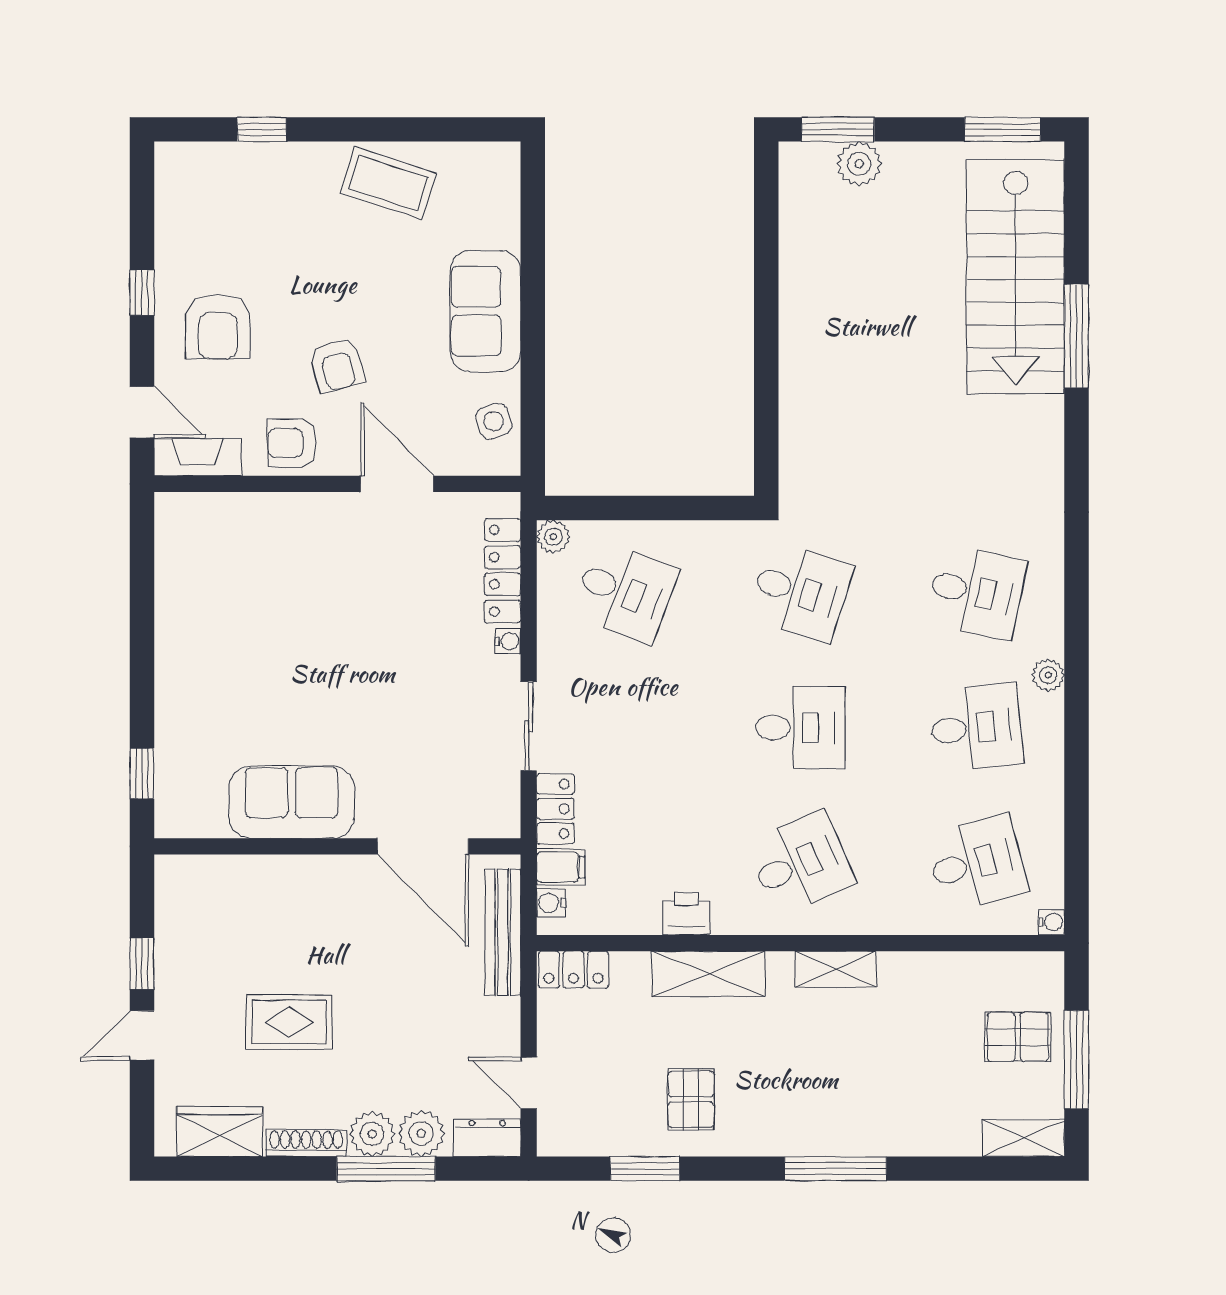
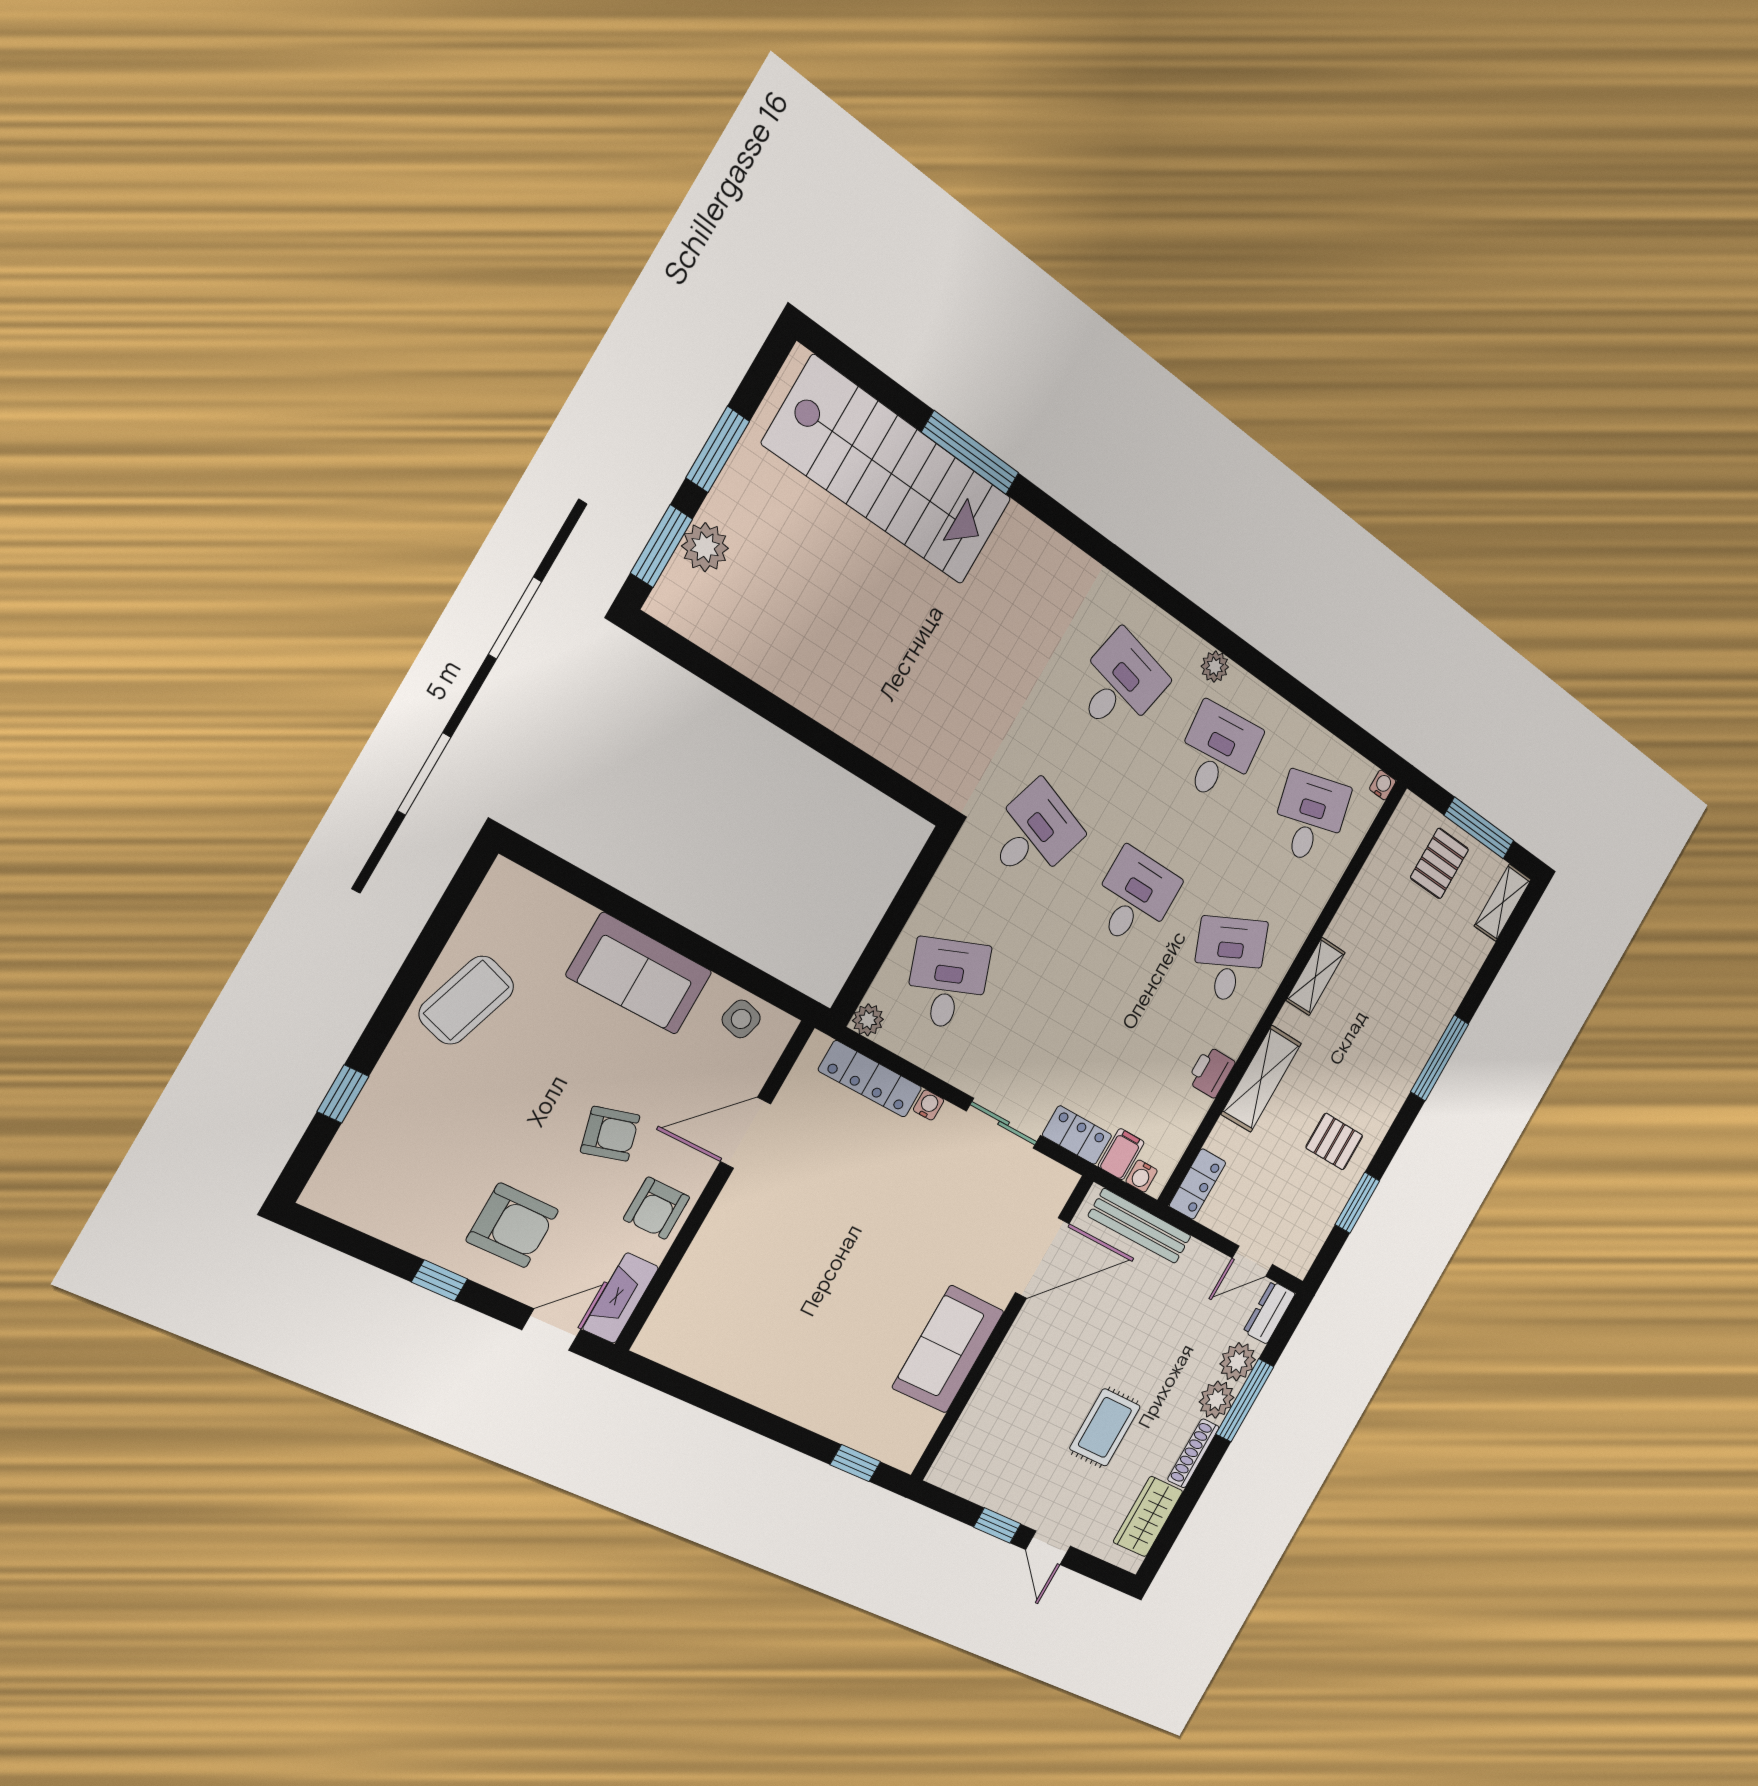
window: (1003, 129) -> (718, 449), moved
side table: (494, 421) -> (741, 1019), turned 33
desk: (625, 592) -> (947, 984), turned -42

